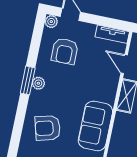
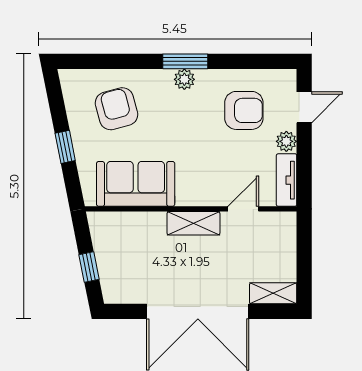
plant: (51, 22) -> (286, 141), moved
armchair: (65, 51) -> (244, 110), turned 180

